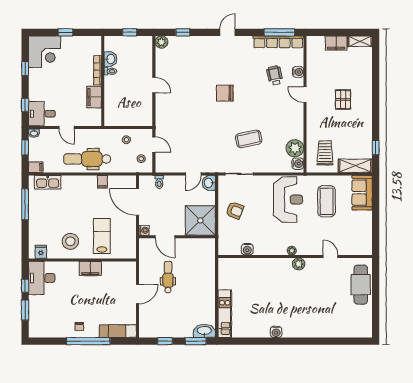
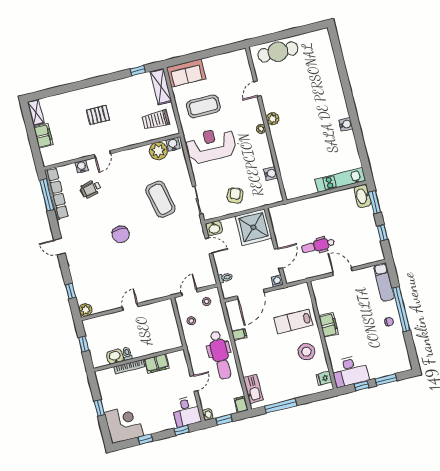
coffee table: (249, 139) -> (160, 199), width x1.36, depth x1.32

